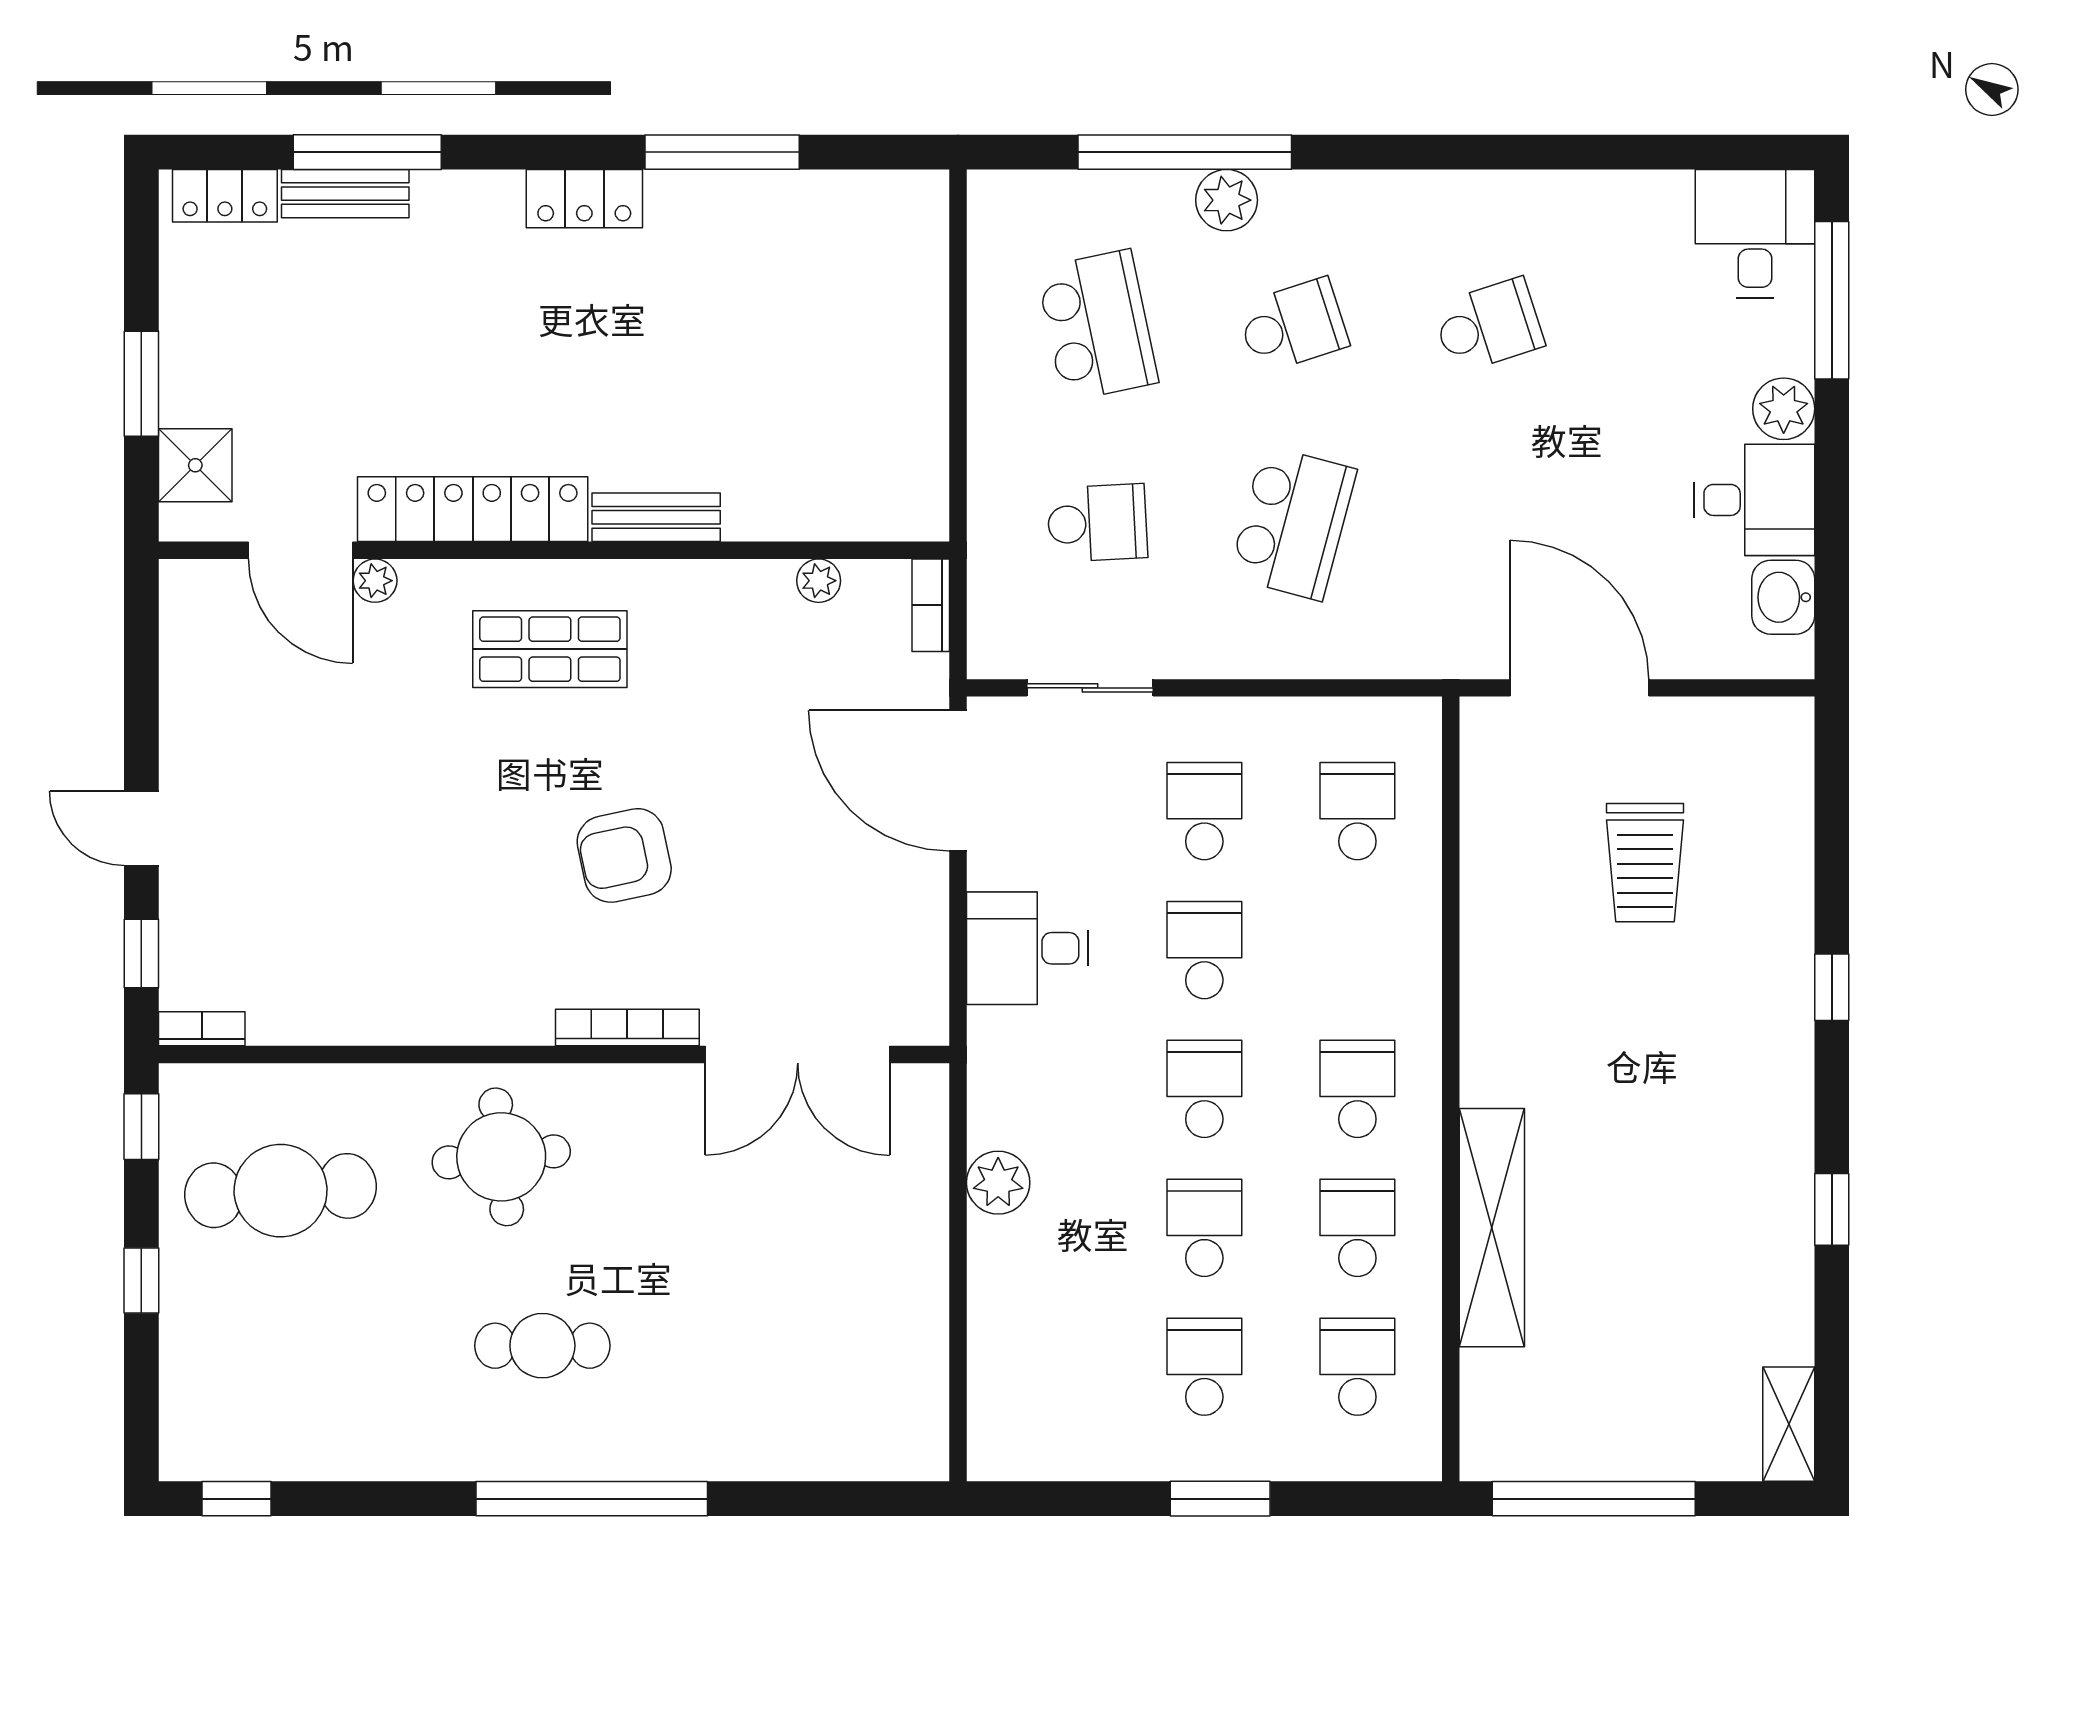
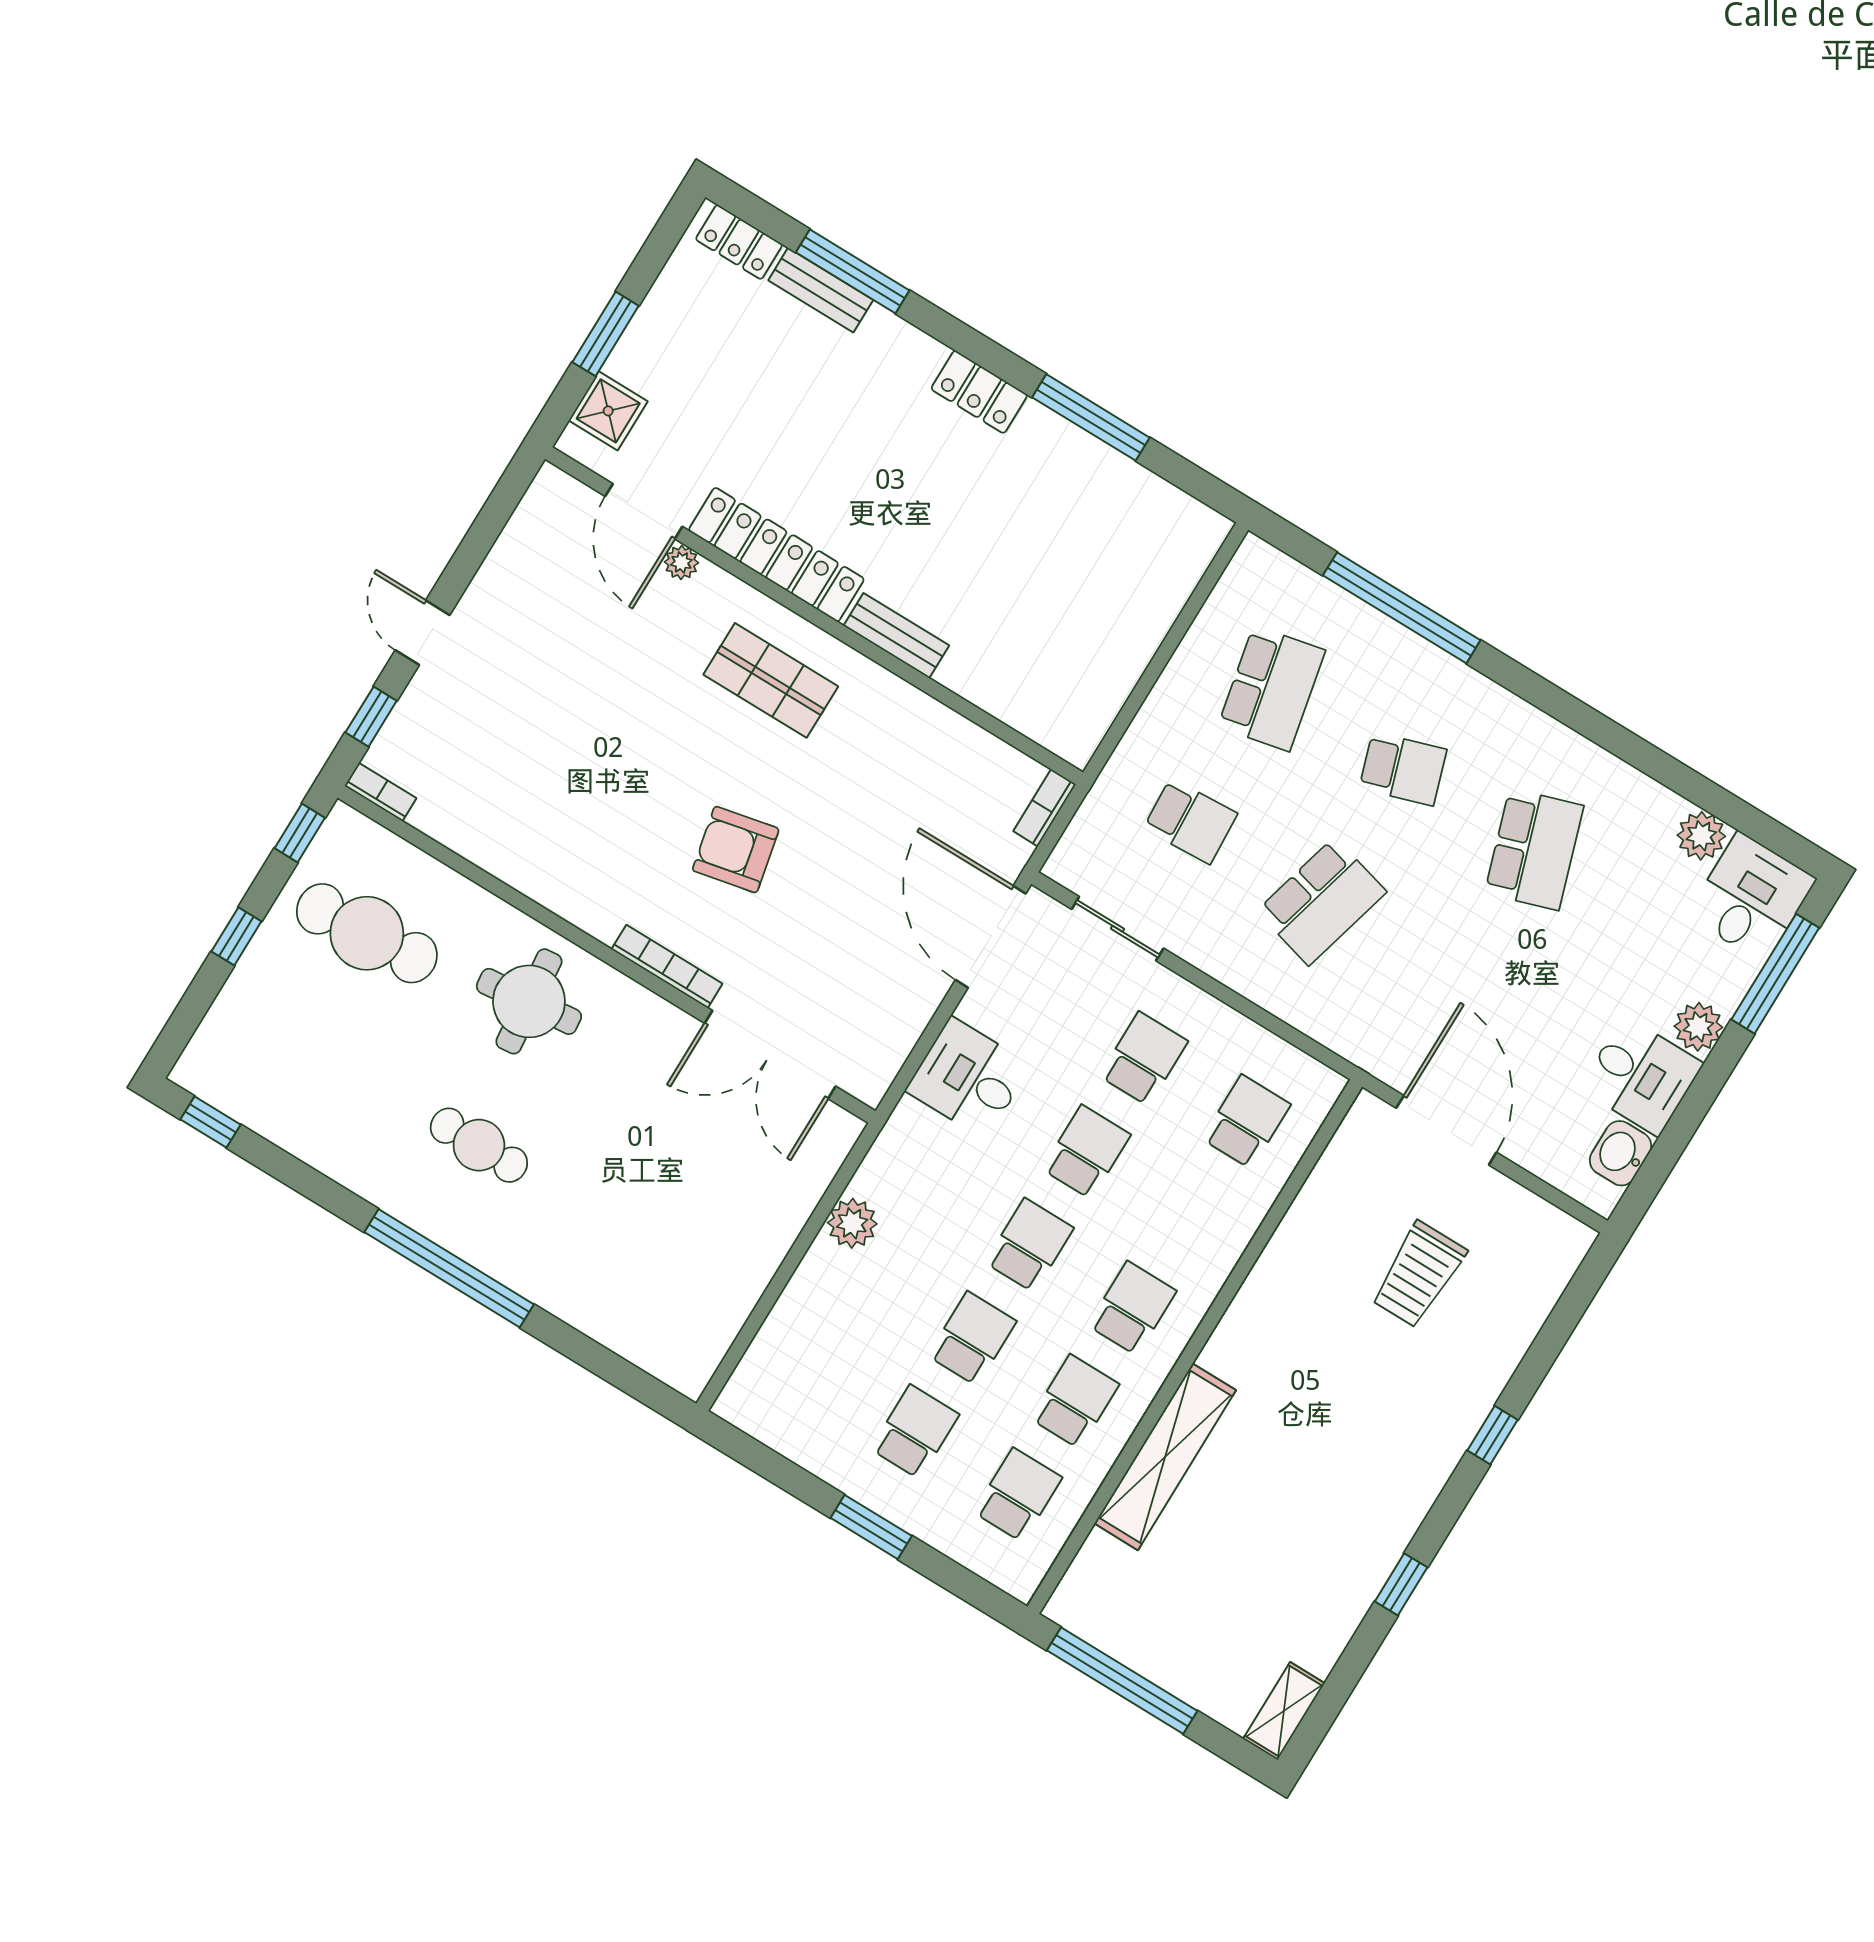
plant: (1227, 200) -> (1701, 836), moved
school desk: (1488, 326) -> (1534, 849), width x1.85
plant: (819, 581) -> (979, 745), removed

